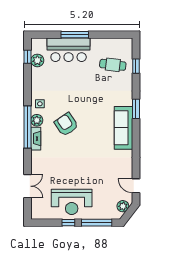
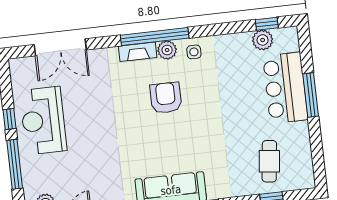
armchair: (66, 124) -> (166, 98), turned -56
double door: (28, 186) -> (60, 47), width x1.37

